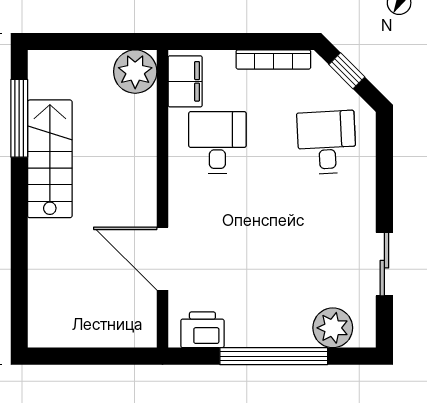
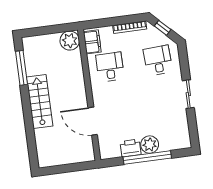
stairs: (50, 159) -> (40, 102), moved
sliding door: (384, 264) -> (188, 94), moved
plant: (333, 328) -> (150, 145), moved
printer: (202, 330) -> (131, 148), moved

